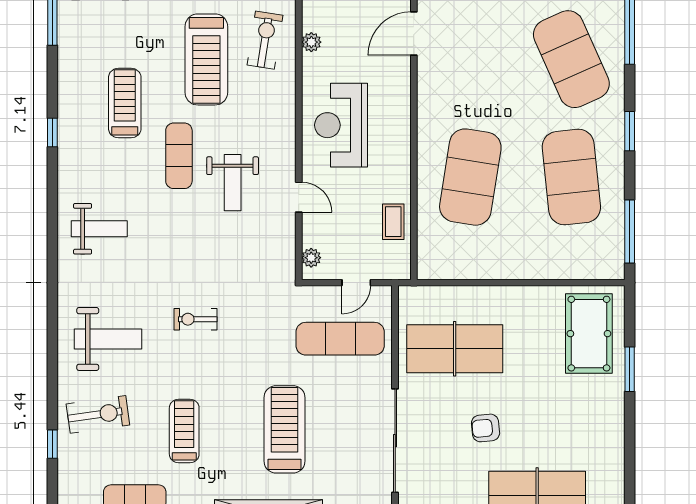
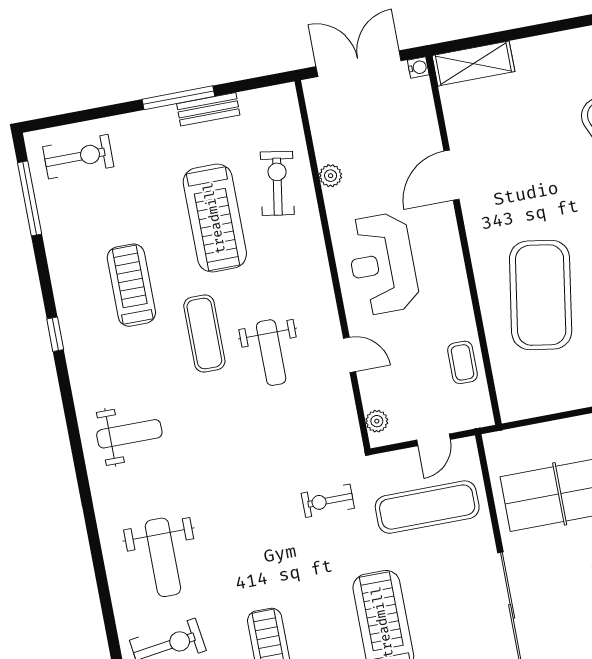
door: (414, 33) -> (451, 175), moved
exercise bike: (196, 319) -> (328, 501), moved
weight bench: (108, 339) -> (163, 557), turned 90

